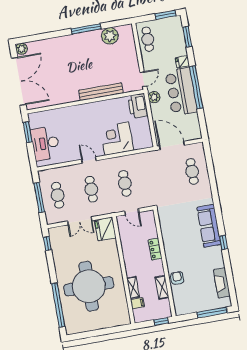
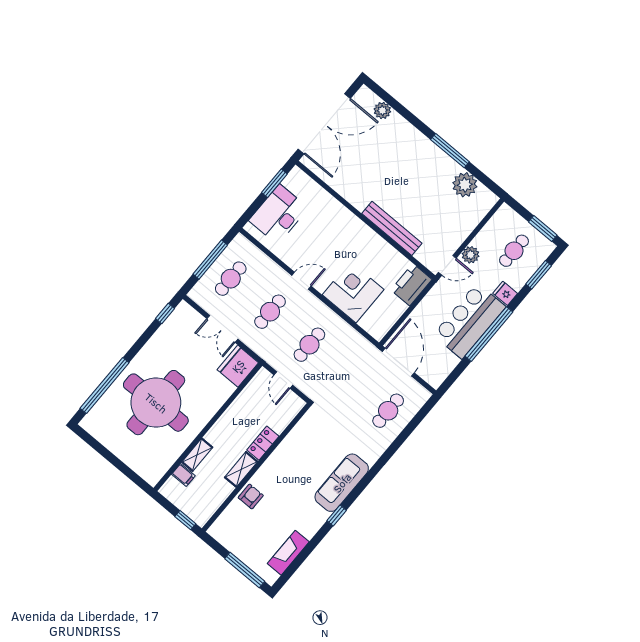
cafe table: (148, 39) -> (514, 251), moved
plant: (22, 49) -> (382, 110), moved
plant: (154, 97) -> (471, 255), moved
door: (89, 160) -> (301, 281), hinge flipped
shelving: (162, 287) -> (241, 469), moved

